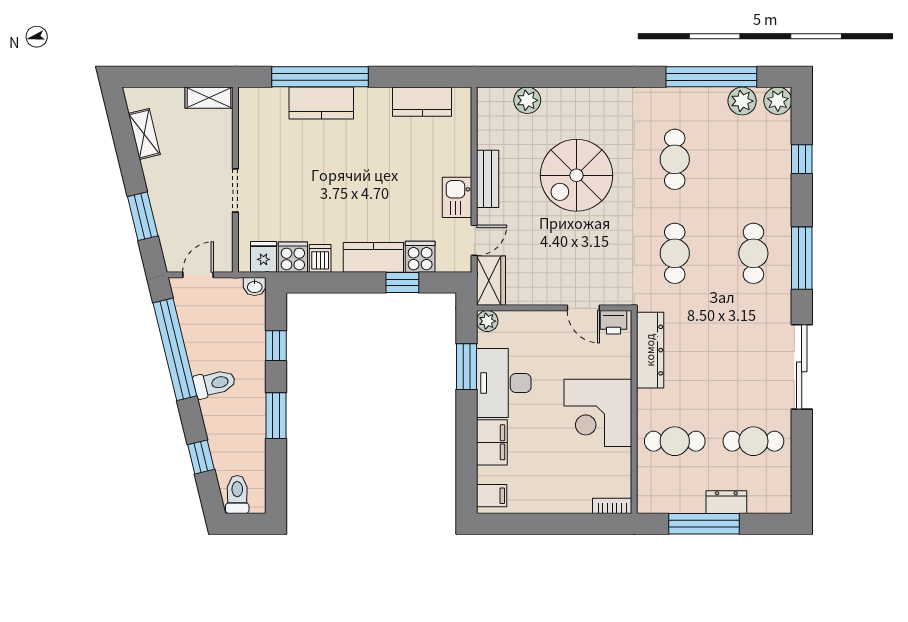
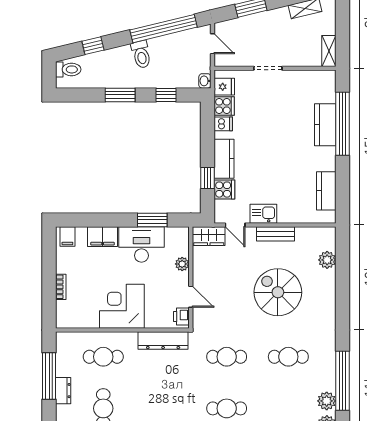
door: (583, 308) -> (191, 297), swing flipped
plant: (487, 321) -> (182, 264), moved
cafe table: (675, 441) -> (103, 357), turned 90
bookcase: (612, 506) -> (61, 287), moved

